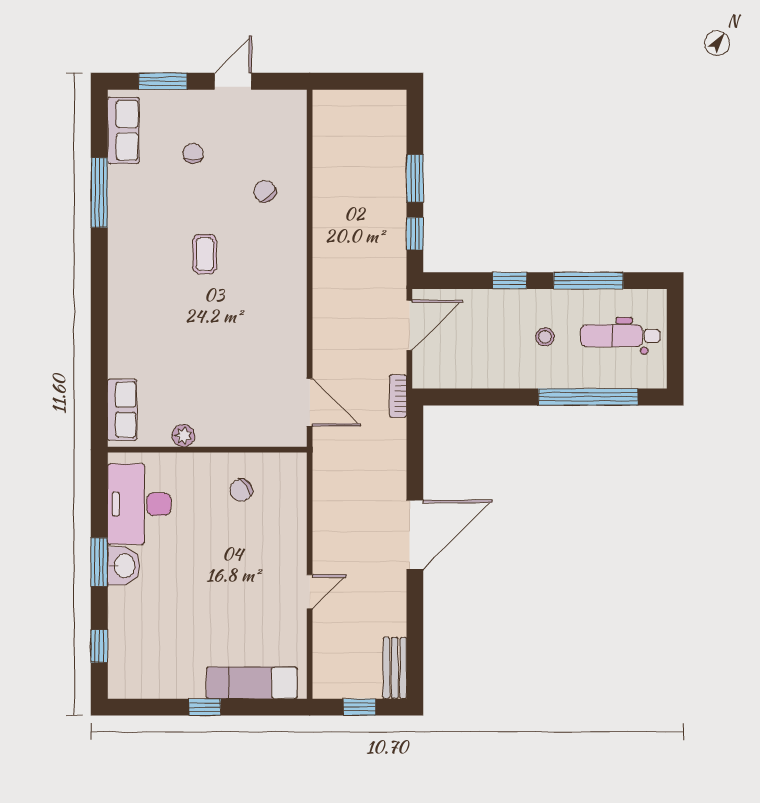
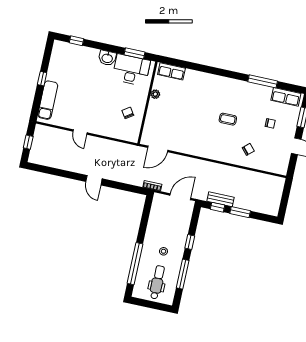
door: (409, 325) -> (180, 197), swing flipped
door: (415, 535) -> (94, 180), width x0.53
window: (99, 562) -> (134, 53), moved
bench: (395, 668) -> (221, 199), moved

